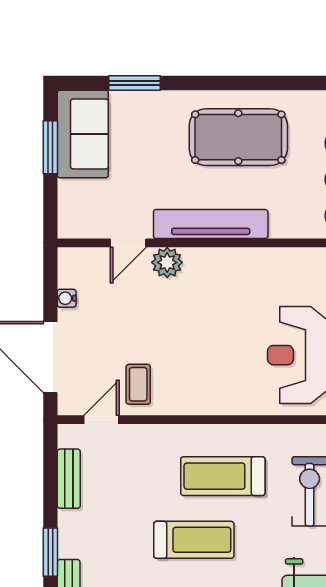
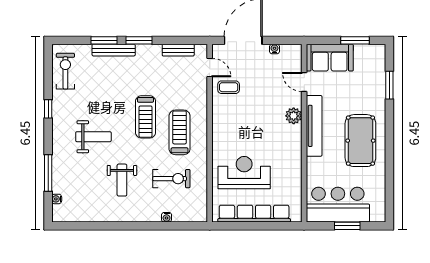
sofa: (83, 134) -> (330, 58), moved
plant: (167, 262) -> (294, 116), moved

